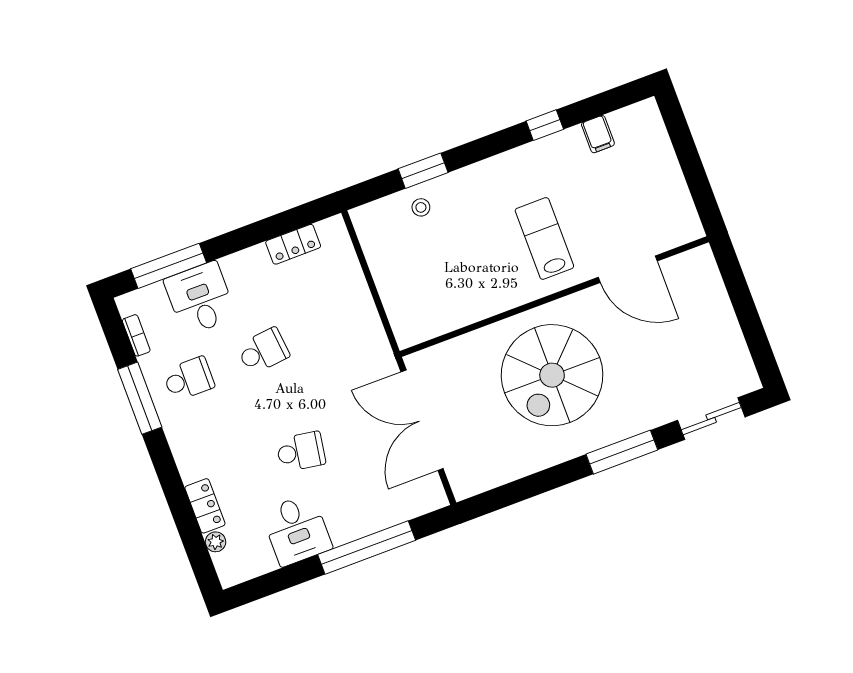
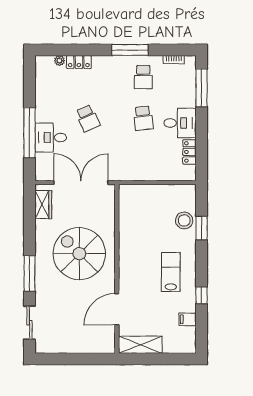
shelving: (676, 203) -> (140, 345), added
stool: (421, 207) -> (184, 220), width x1.89, depth x1.89
lab bench: (544, 238) -> (171, 272), moved, turned -90
desk: (200, 298) -> (180, 123), moved
window: (140, 398) -> (130, 50), moved
school desk: (301, 452) -> (88, 118), turned -33
wardrobe: (488, 474) -> (43, 205), added
desk: (297, 530) -> (51, 137), moved

